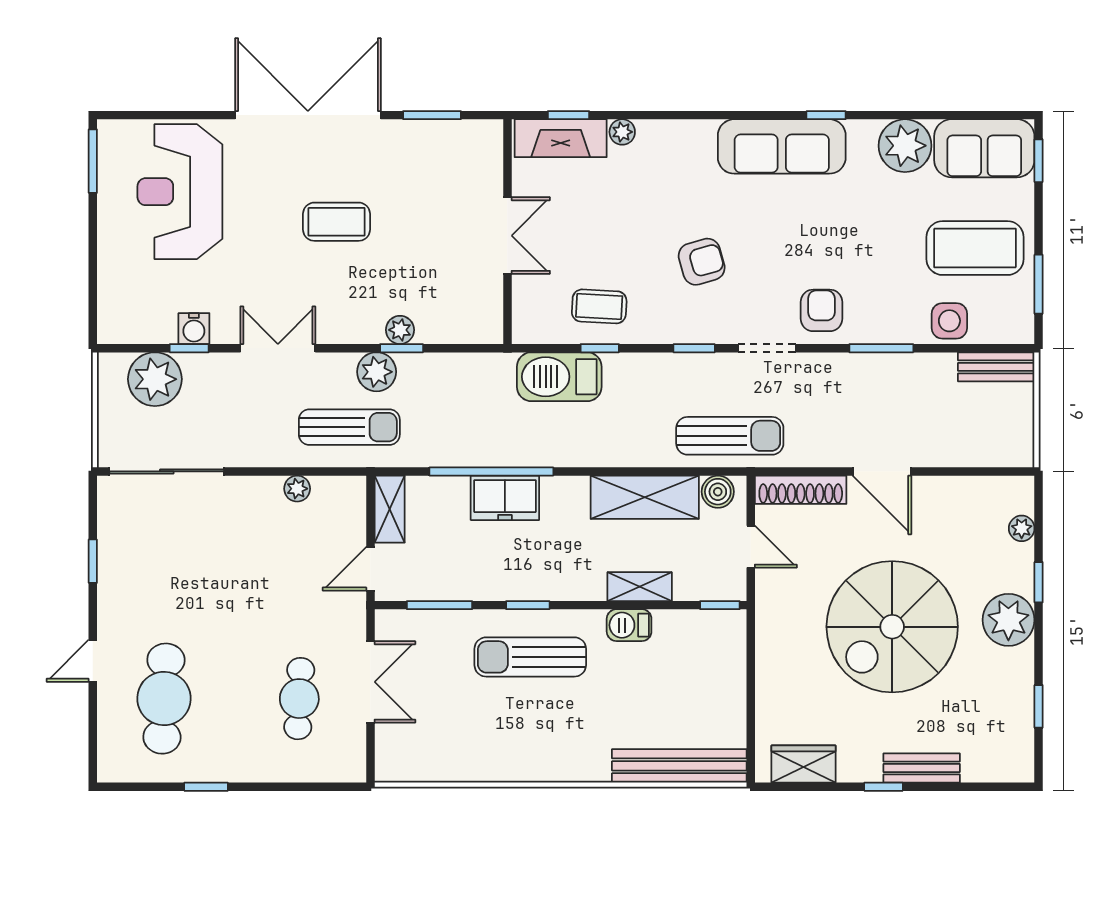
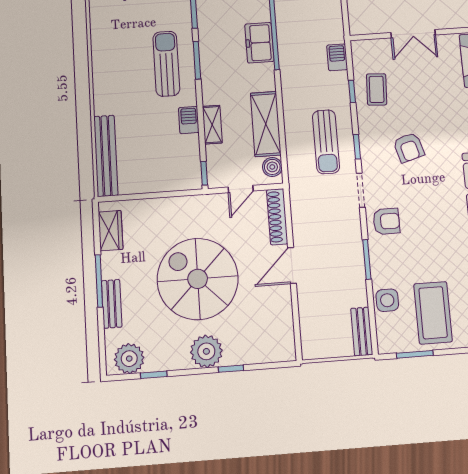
barbecue: (559, 377) -> (337, 57), width x0.53, depth x0.65
sun lounger: (730, 436) -> (326, 142), moved
plant: (1022, 528) -> (129, 359), moved, width x1.88, depth x1.88
window: (528, 605) -> (197, 60), width x1.50
window: (883, 787) -> (99, 281), width x2.17

